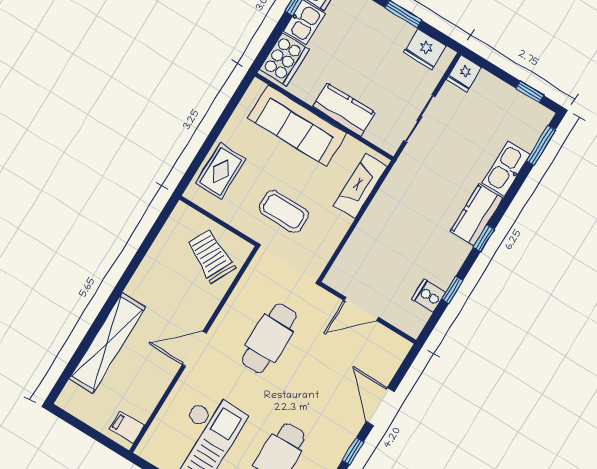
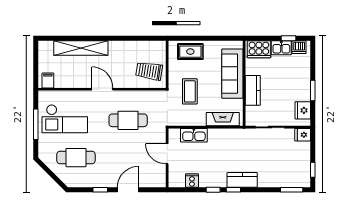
kitchen sink: (506, 169) -> (194, 135), moved, turned 180
trolley: (211, 256) -> (149, 71), turned -108
window: (452, 290) -> (213, 190), moved

